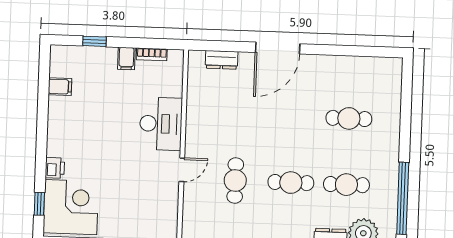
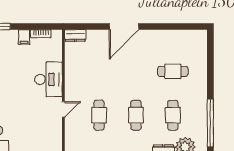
dresser: (222, 60) -> (75, 36), moved
cafe table: (291, 183) -> (136, 115), turned 90
cafe table: (346, 185) -> (173, 115), turned 90

